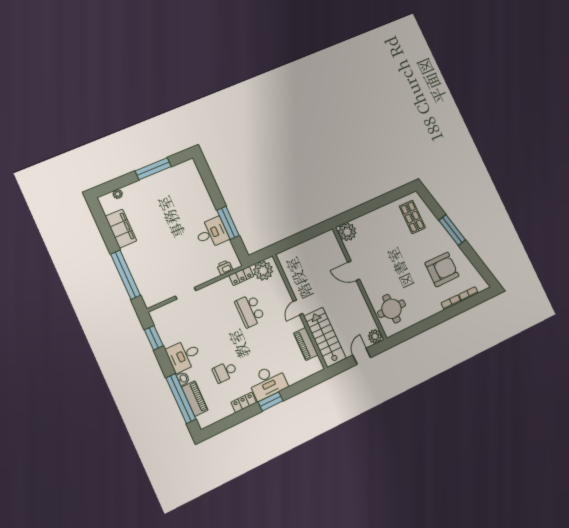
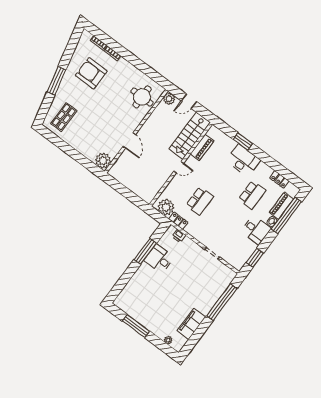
school desk: (225, 372) -> (252, 195), width x1.85
window: (271, 401) -> (243, 141), moved
locker: (244, 402) -> (279, 179), moved

